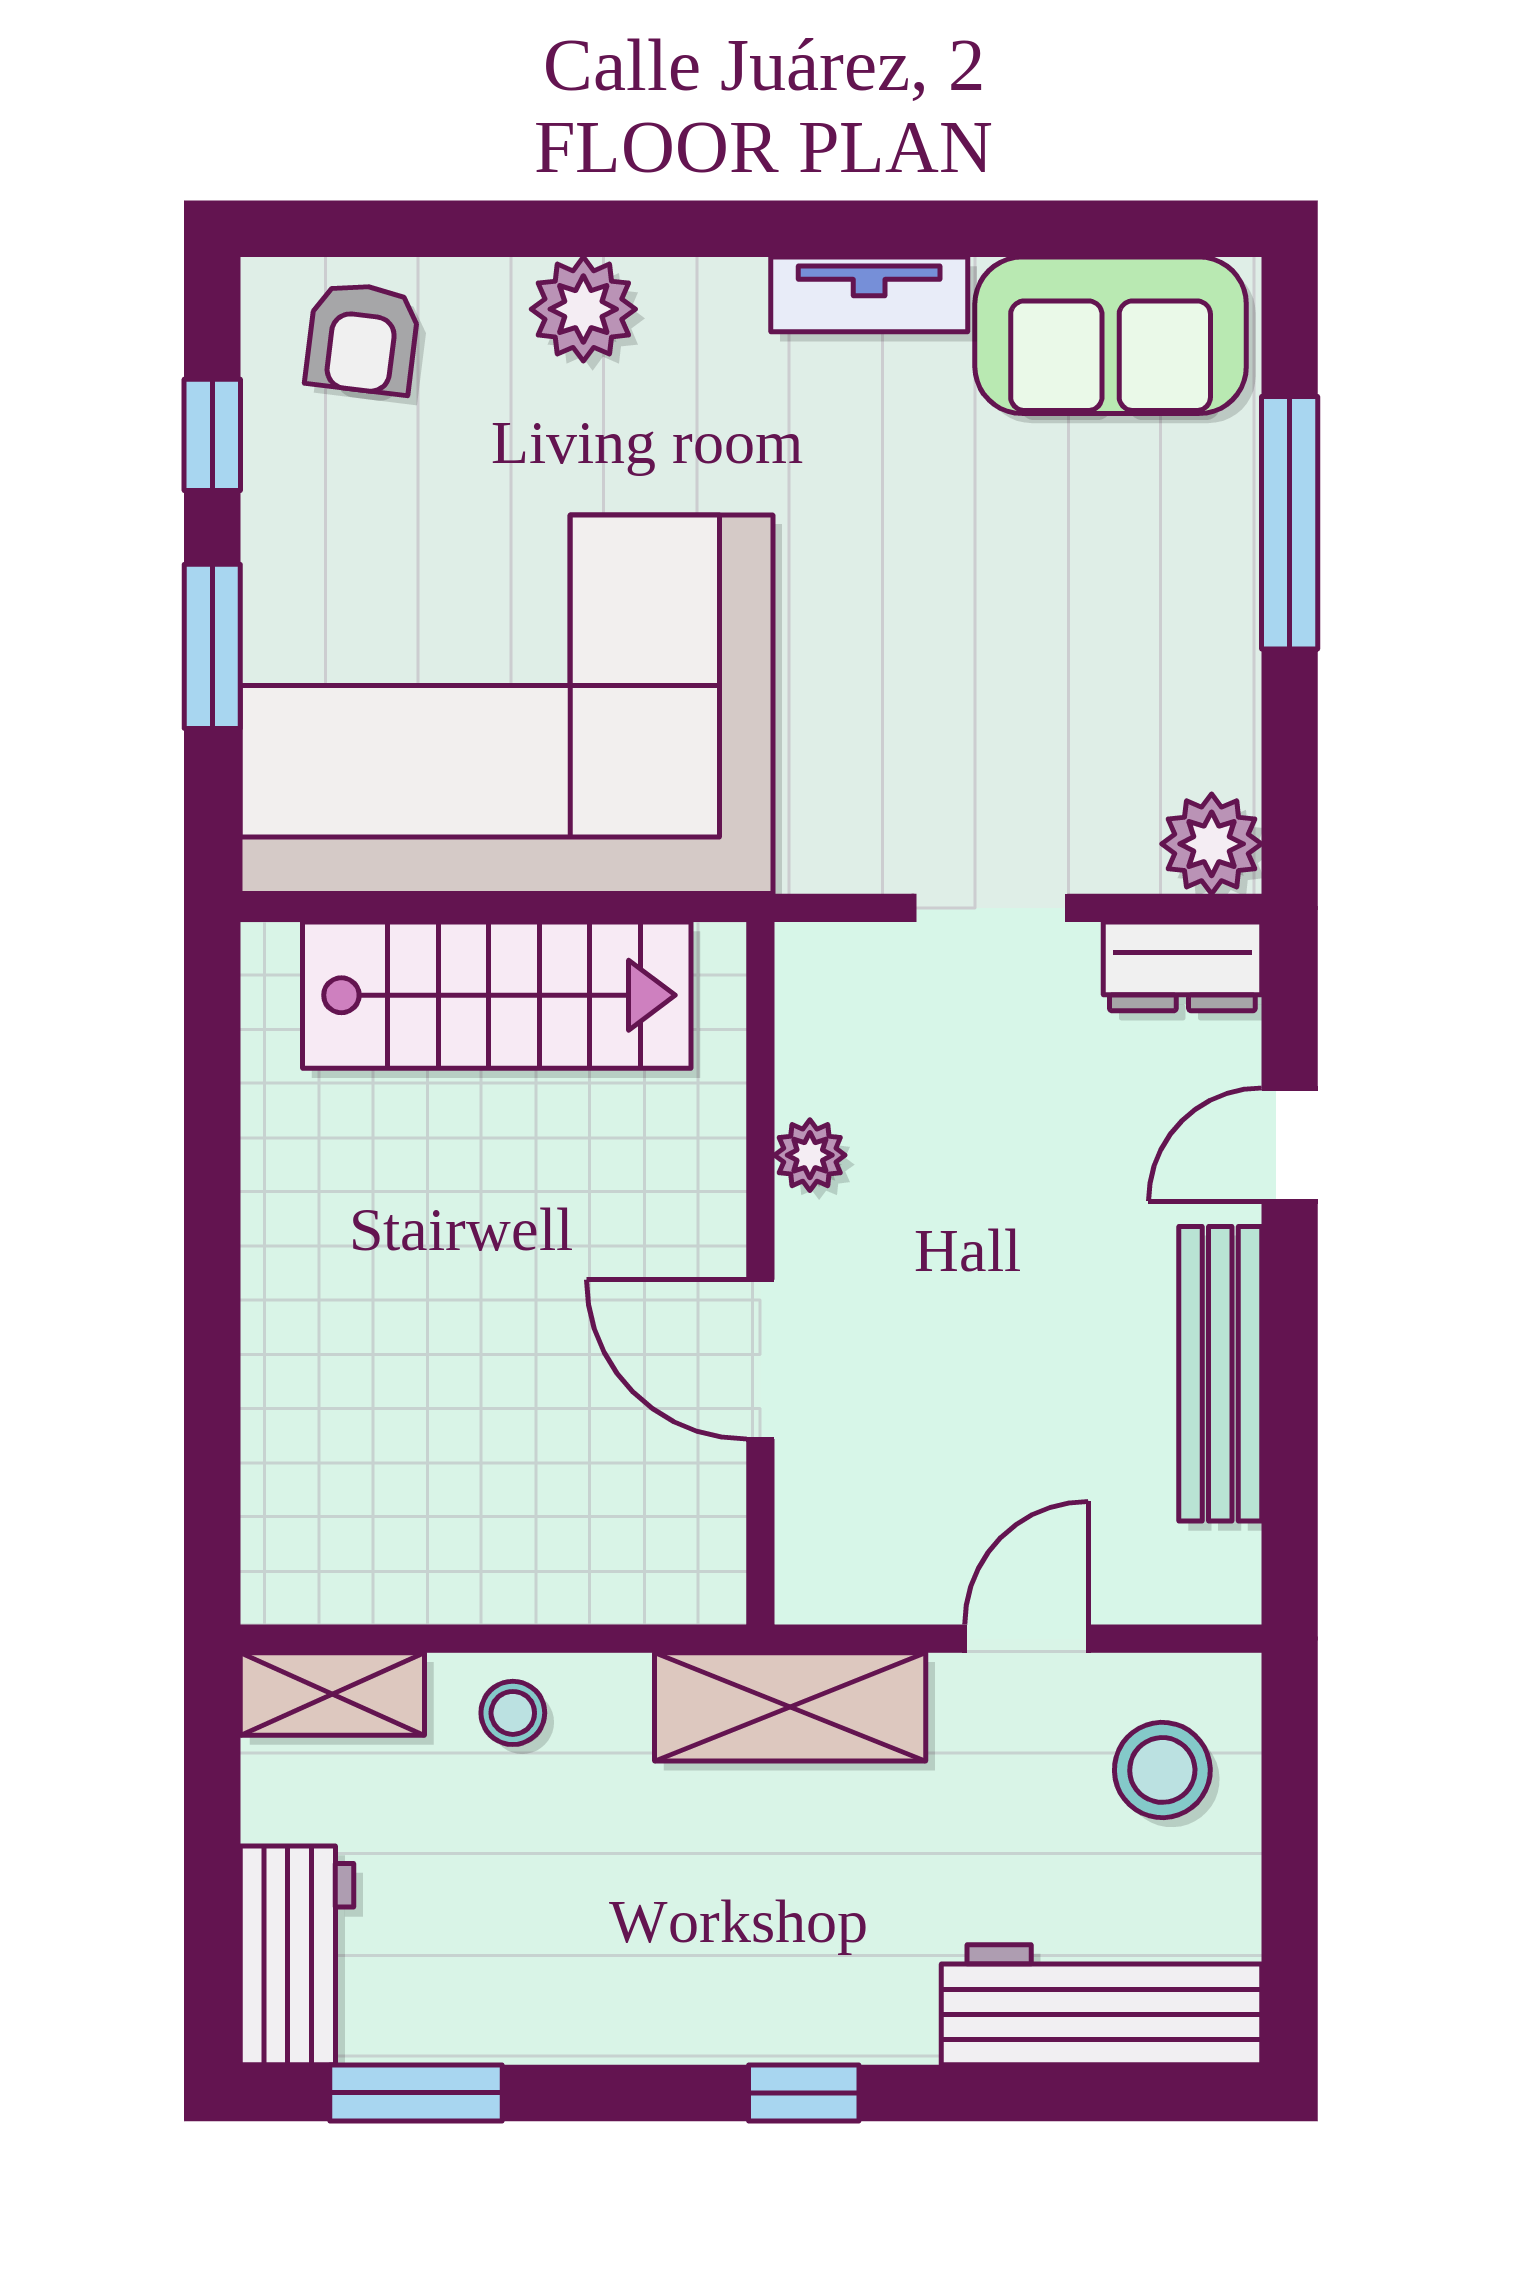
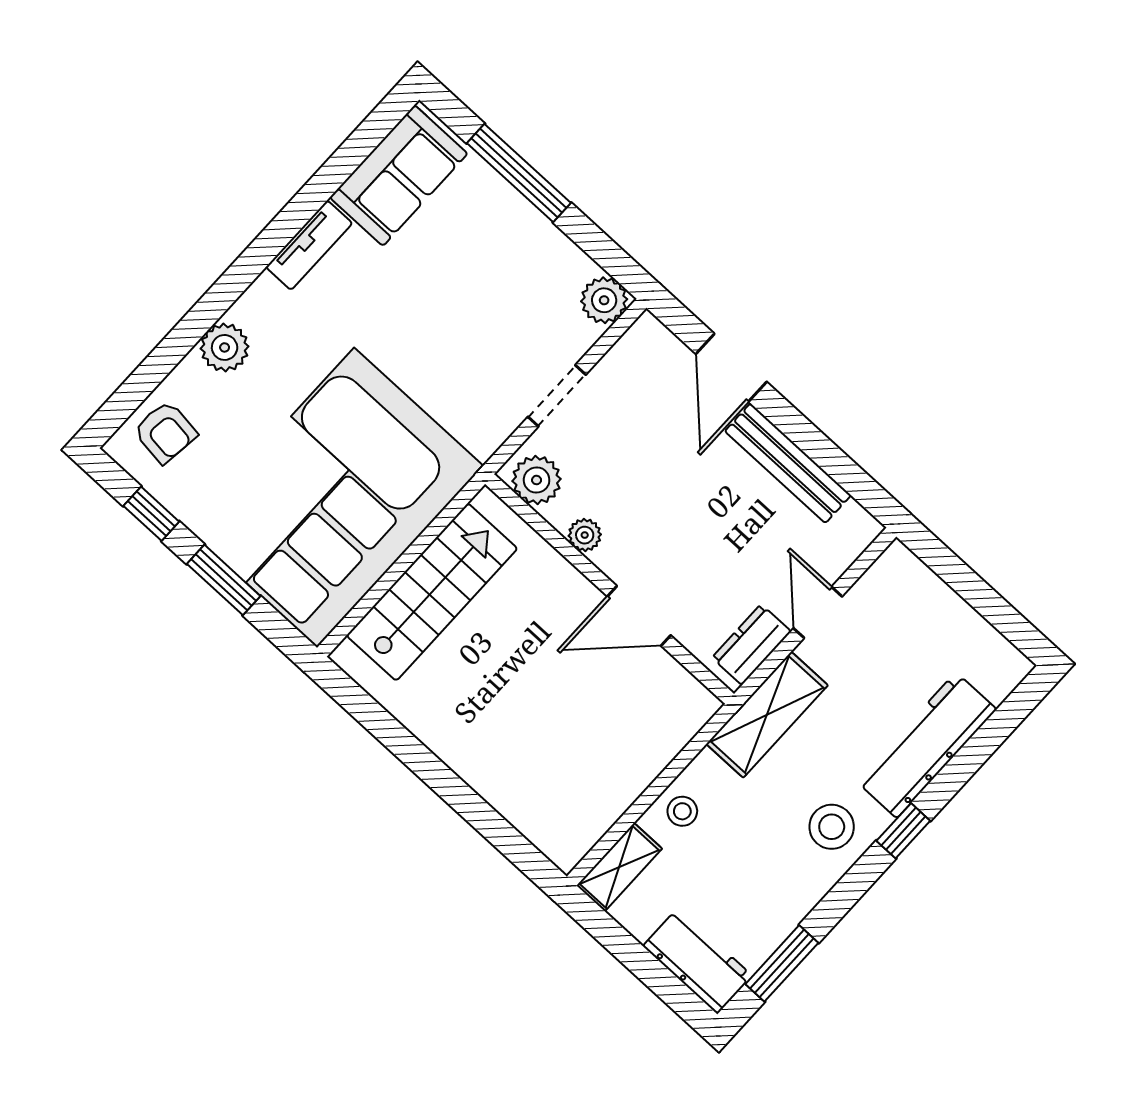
dresser: (1182, 966) -> (752, 645), moved, turned 180
plant: (827, 998) -> (537, 480), added
door: (1290, 1145) -> (731, 368), width x1.38
stool: (1162, 1770) -> (832, 827), moved
workbench: (1101, 2005) -> (926, 745), moved

